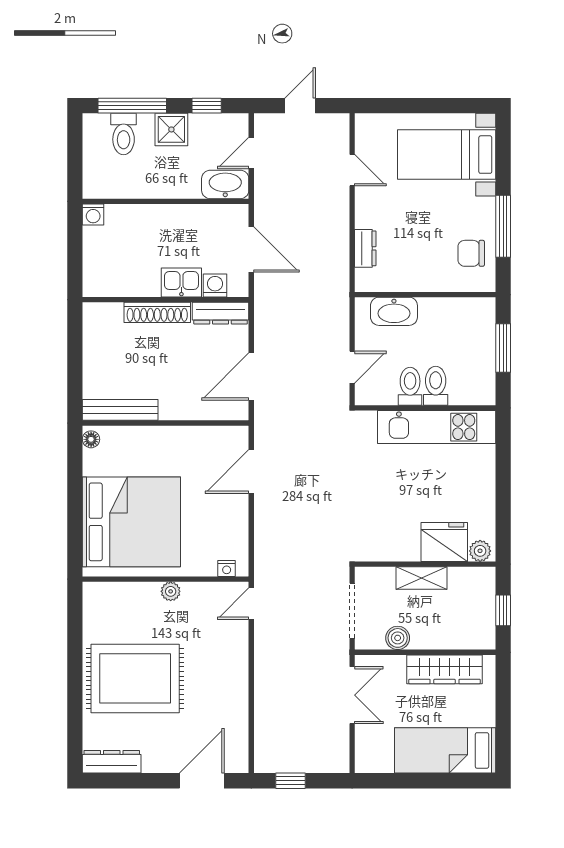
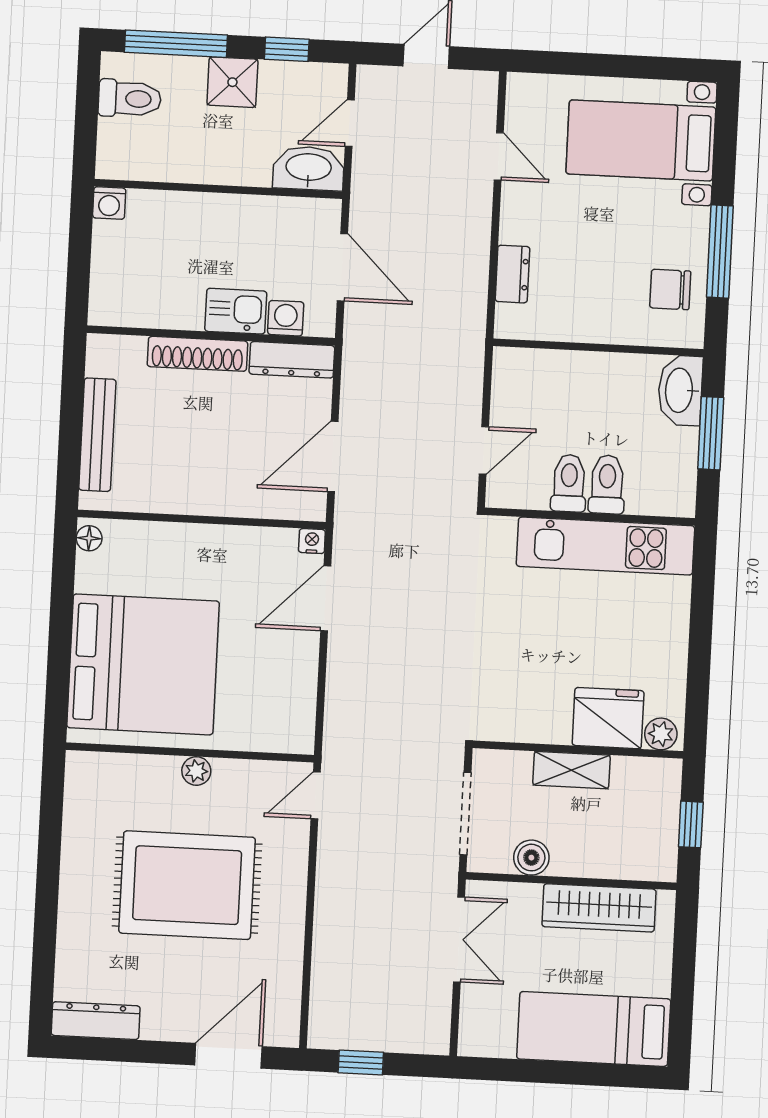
toilet: (124, 134) -> (130, 99), moved, turned -90
washbasin: (394, 311) -> (680, 390), moved, turned 90
bench: (120, 410) -> (97, 435), moved, turned 90
nightstand: (227, 569) -> (312, 541), moved, turned 180
rug: (135, 678) -> (187, 885), moved

